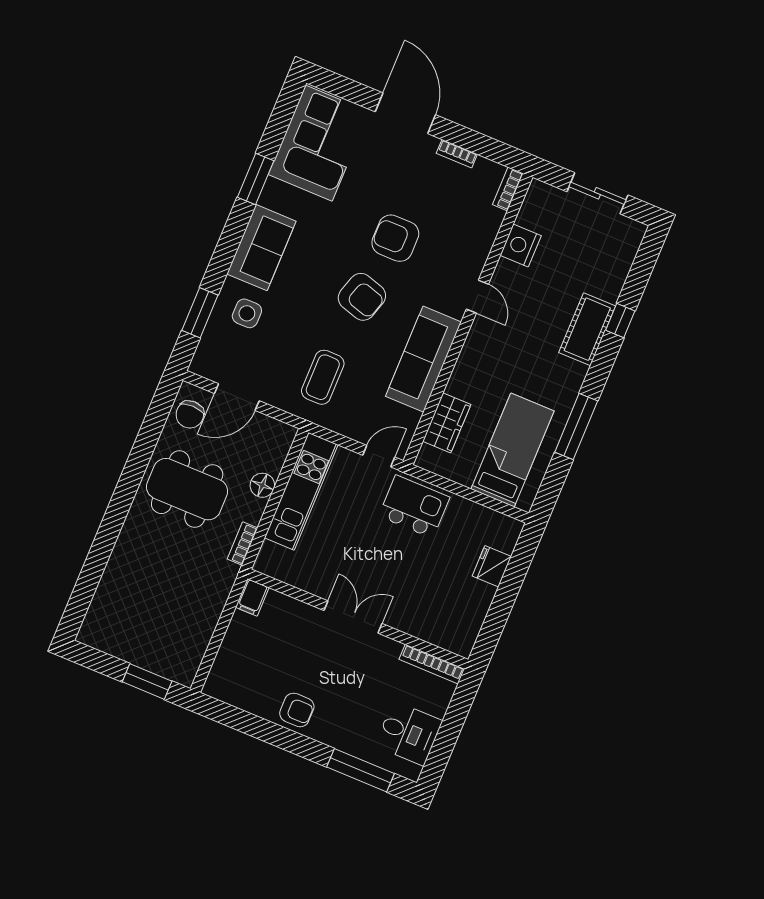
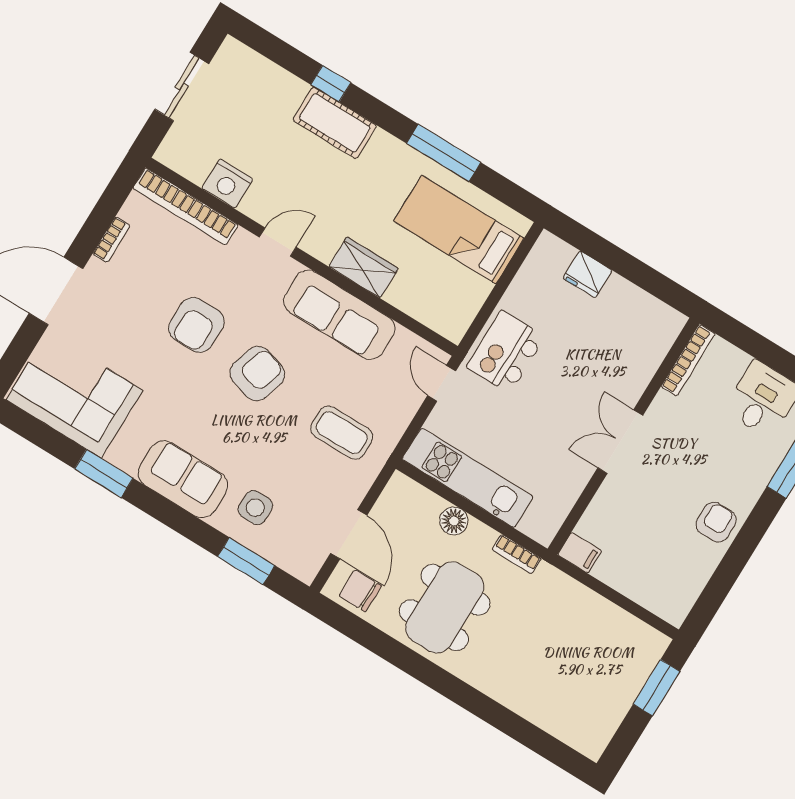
bookcase: (508, 189) -> (186, 207), width x2.31, depth x1.31
chair: (190, 414) -> (360, 591), turned 180
wardrobe: (447, 423) -> (364, 267), moved

